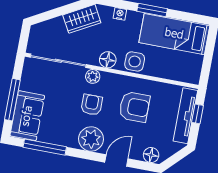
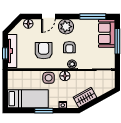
armchair: (134, 107) -> (44, 51), turned 90

